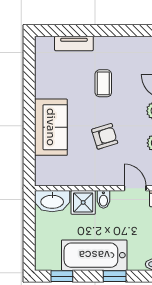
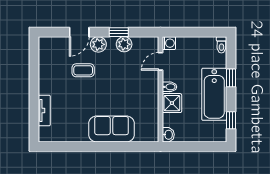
coffee table: (103, 83) -> (83, 70), moved
armchair: (105, 136) -> (119, 86), removed
washbasin: (52, 201) -> (168, 135), width x0.52, depth x0.69

